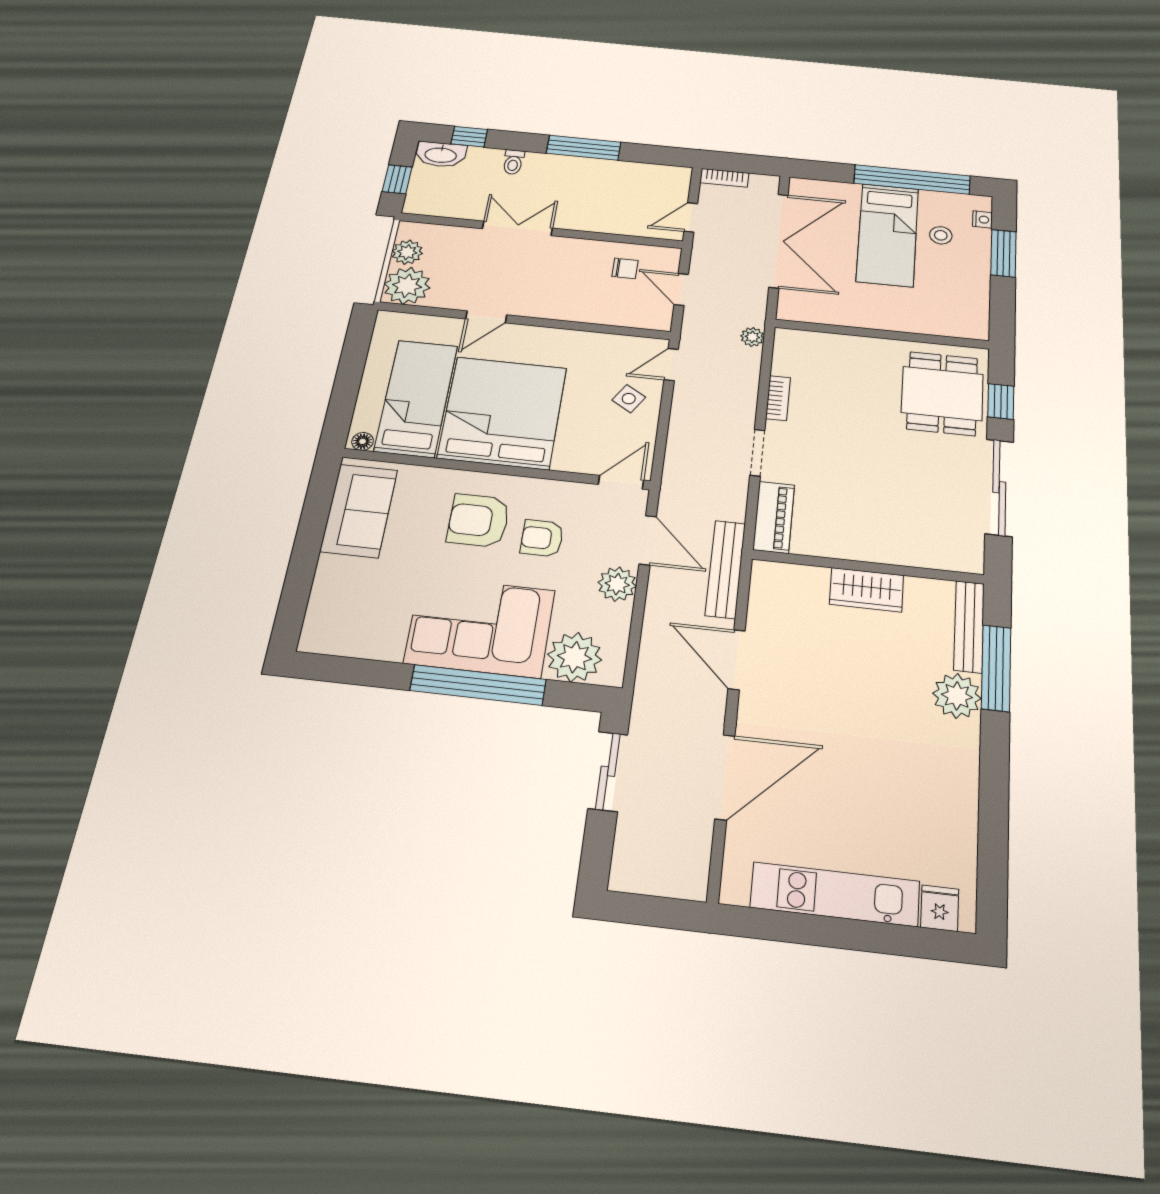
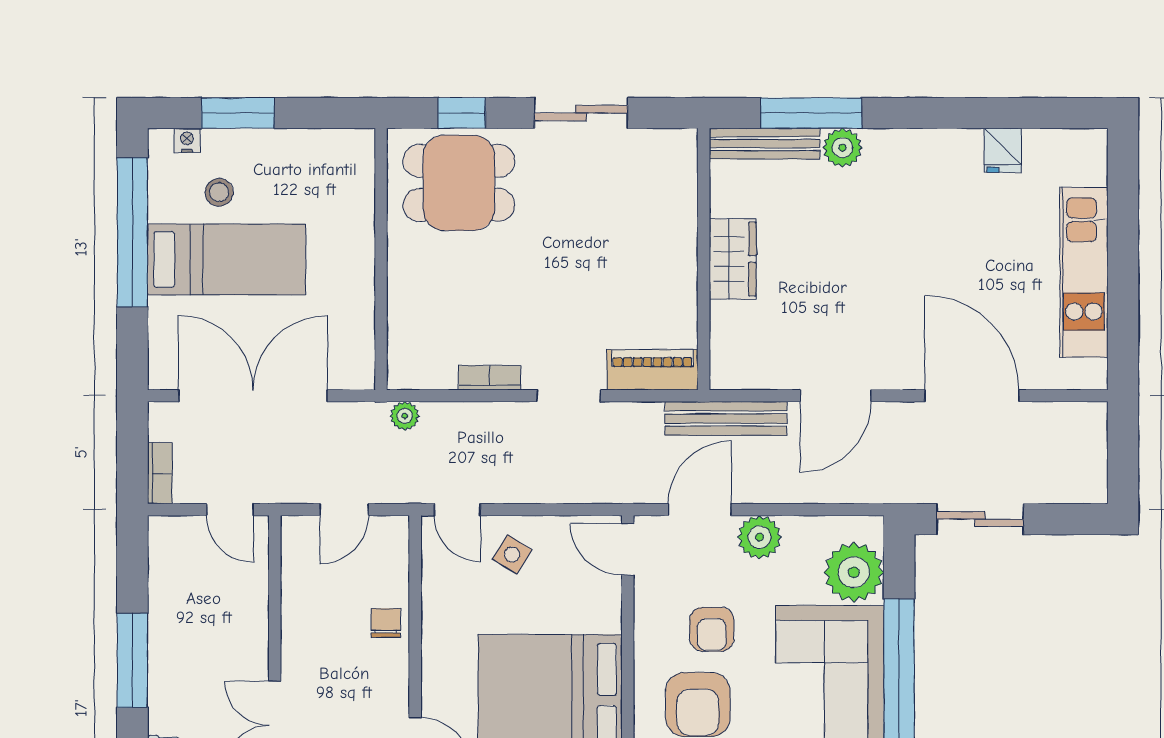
chair: (625, 268) -> (386, 623), moved
sliding door: (999, 487) -> (581, 113), width x0.73
plant: (957, 696) -> (842, 148), width x0.73, depth x0.73
fridge: (940, 908) -> (1003, 150), moved, turned -90

